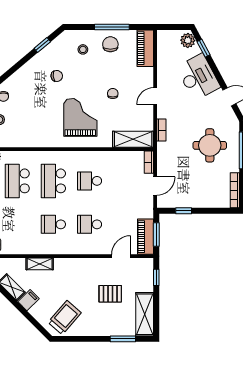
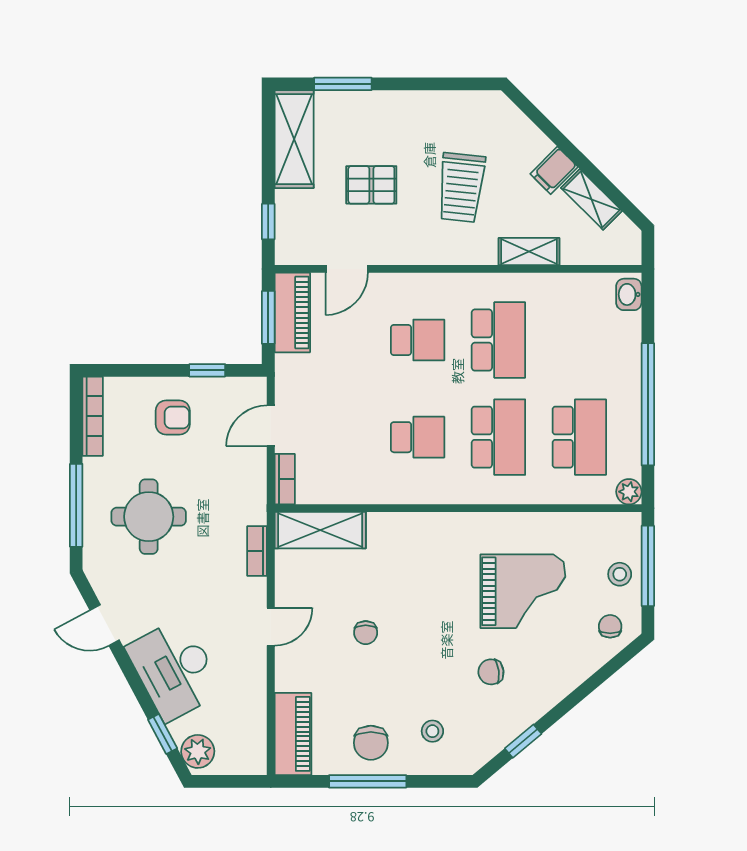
grand piano: (80, 117) -> (523, 591), moved, turned -90
armchair: (199, 190) -> (173, 418), added
school desk: (53, 224) -> (498, 340), width x1.85
trolley: (65, 318) -> (461, 188), moved, turned -35

